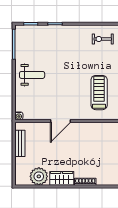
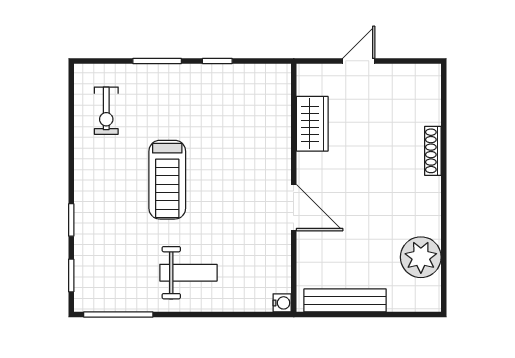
weight bench: (32, 75) -> (188, 273), turned 90
treadmill: (99, 93) -> (167, 180), moved, turned -90
bench: (20, 143) -> (345, 300), width x1.36
wardrobe: (62, 178) -> (312, 124), moved, turned 180

